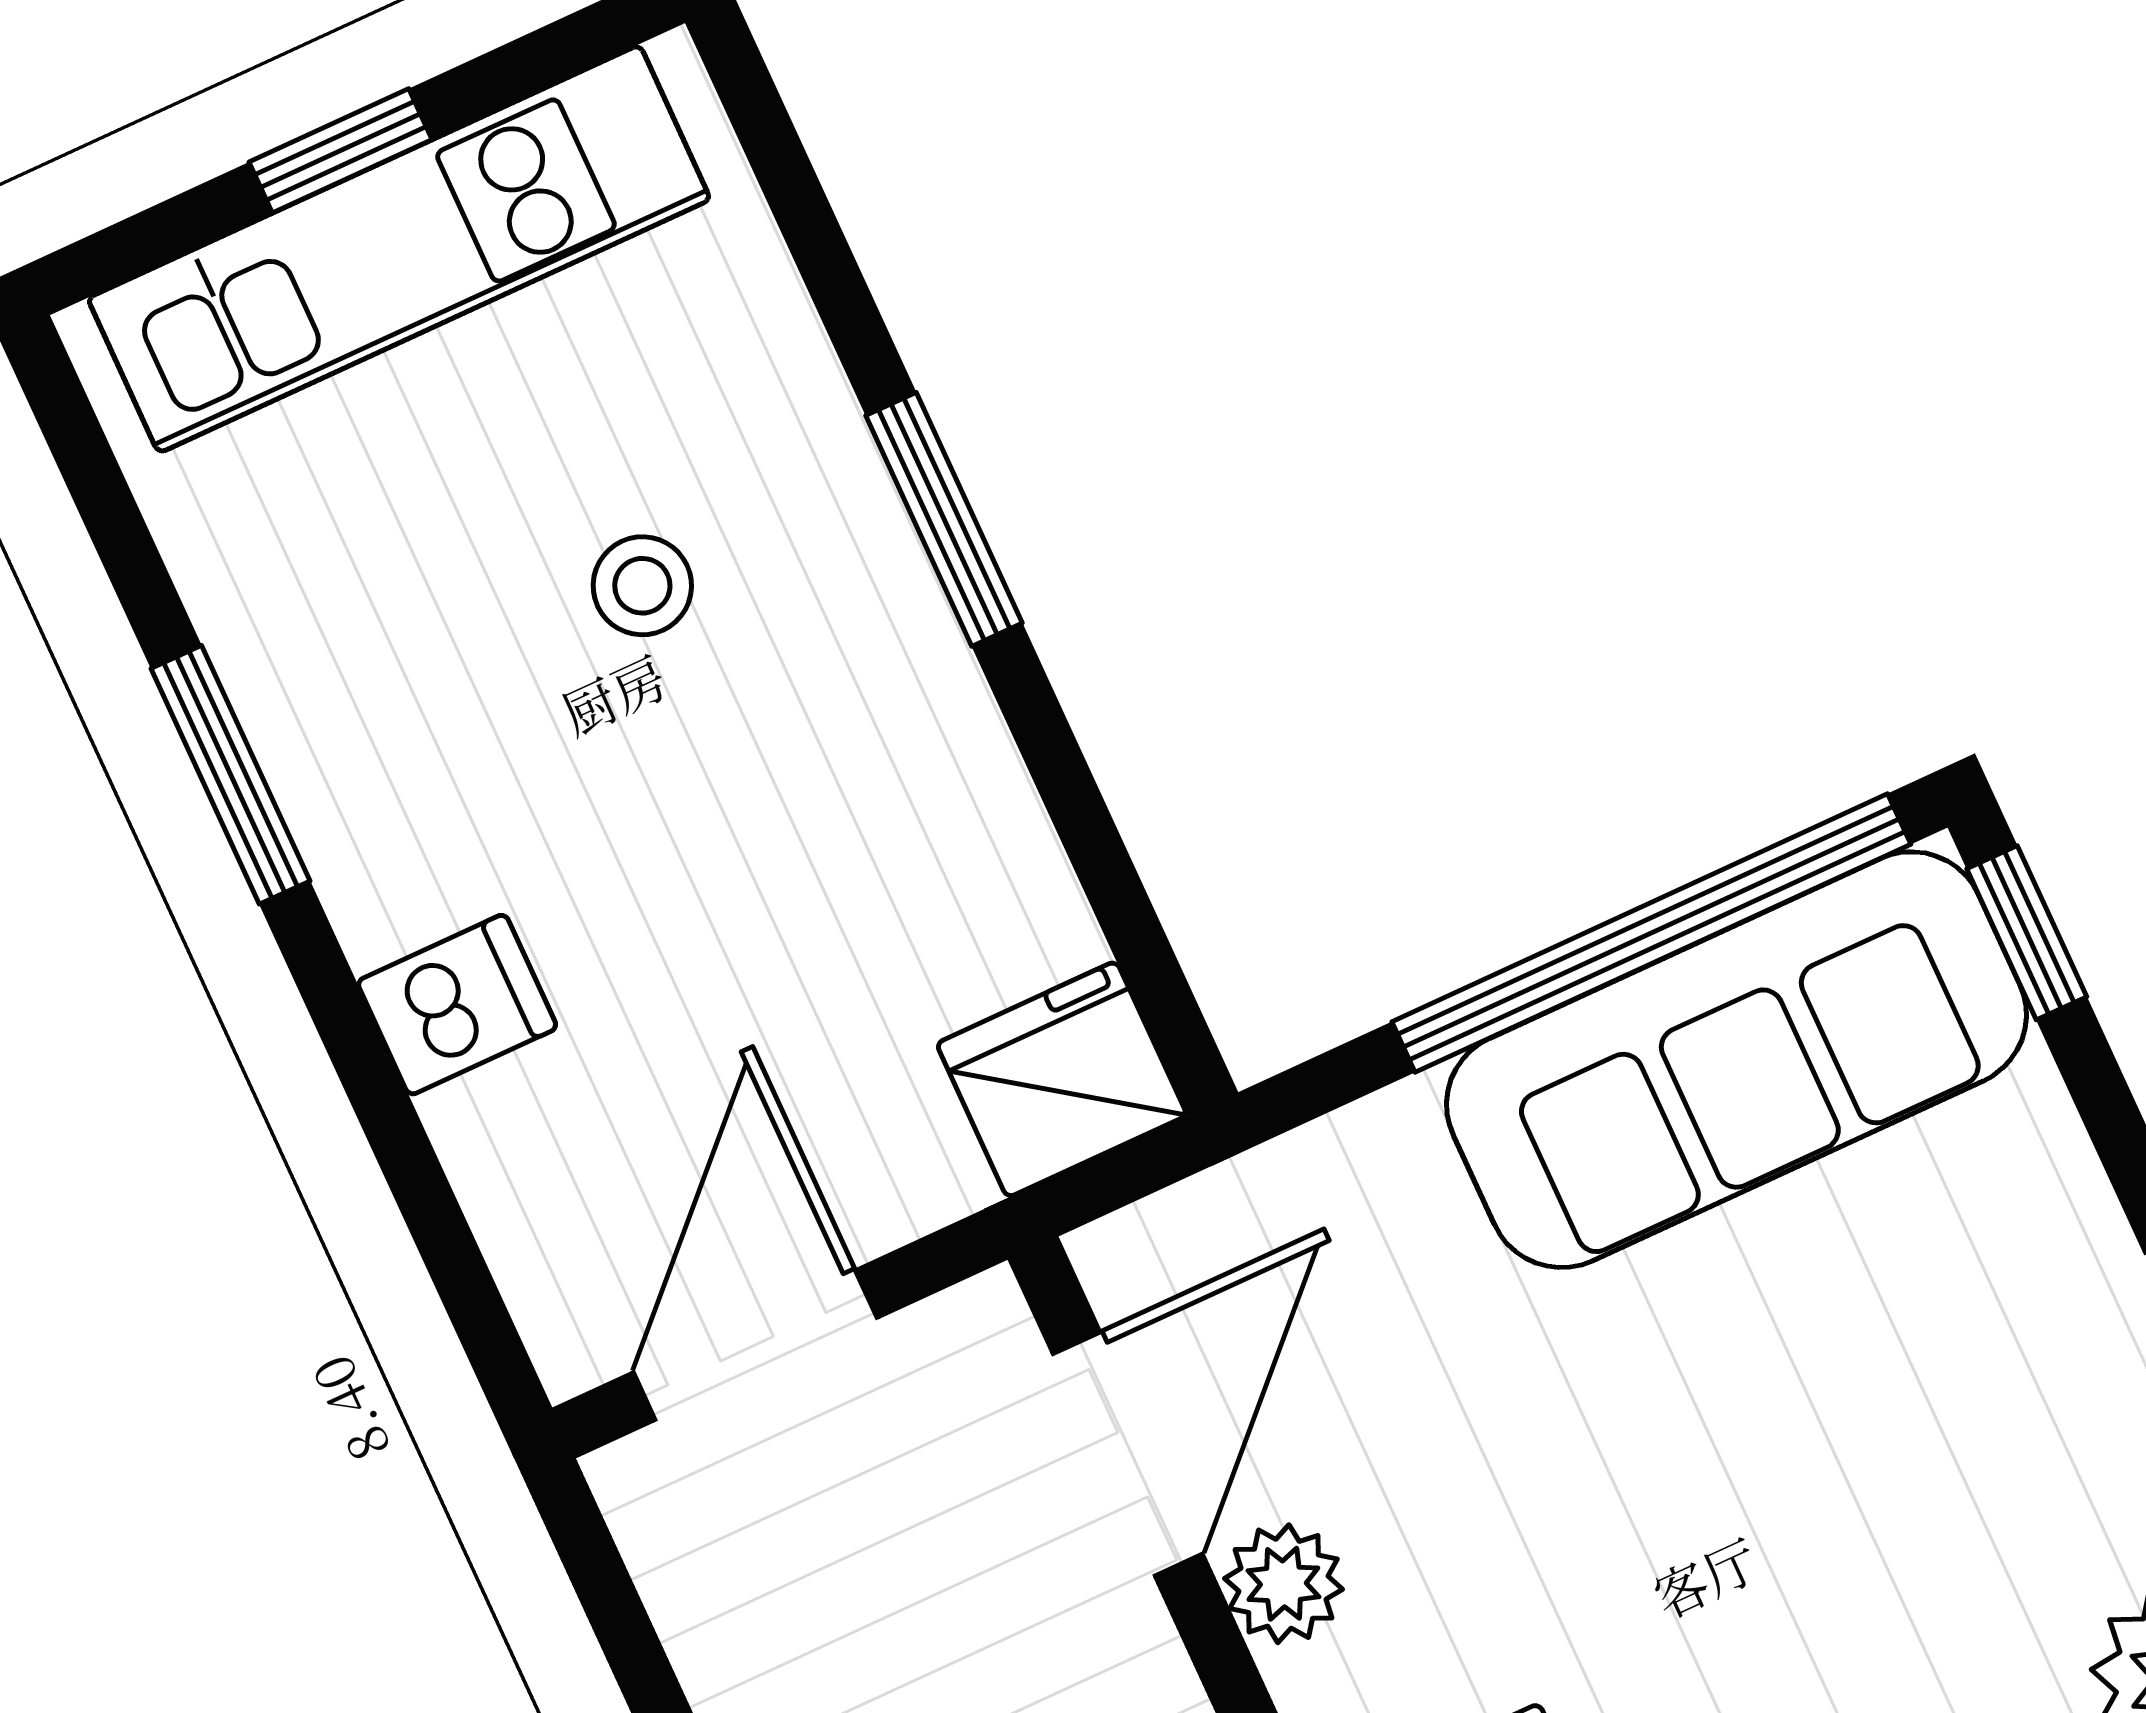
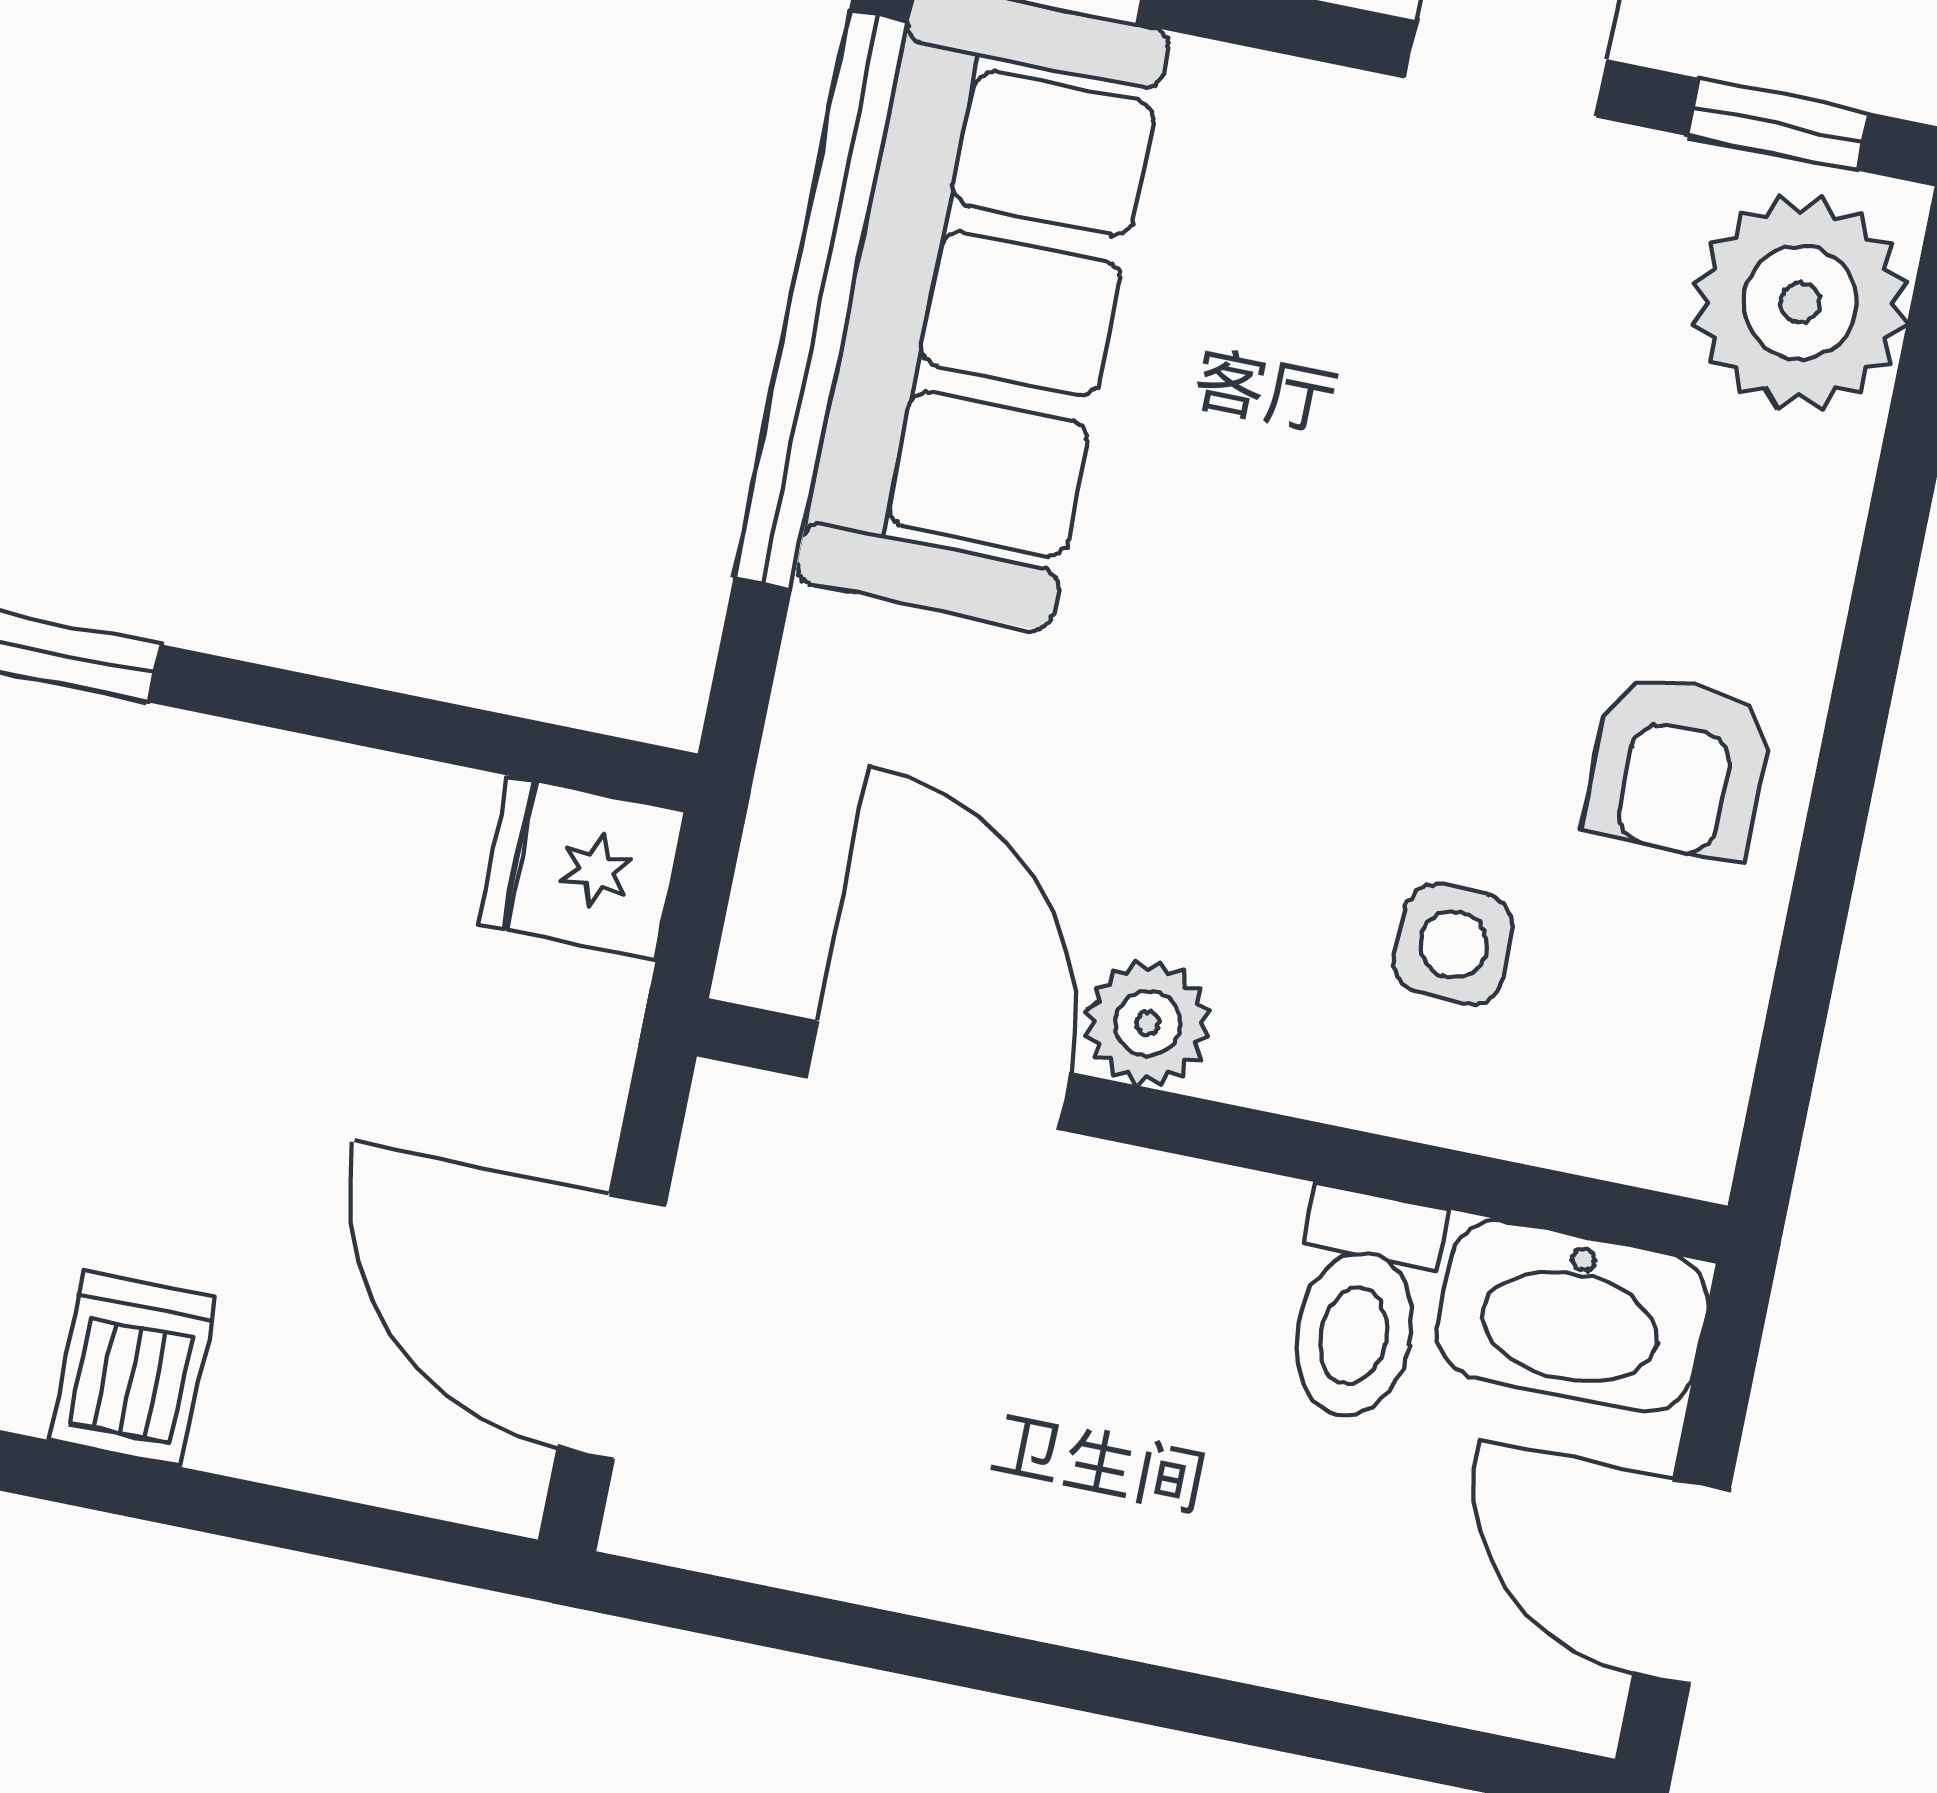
fridge: (1062, 1079) -> (582, 868), width x0.72

